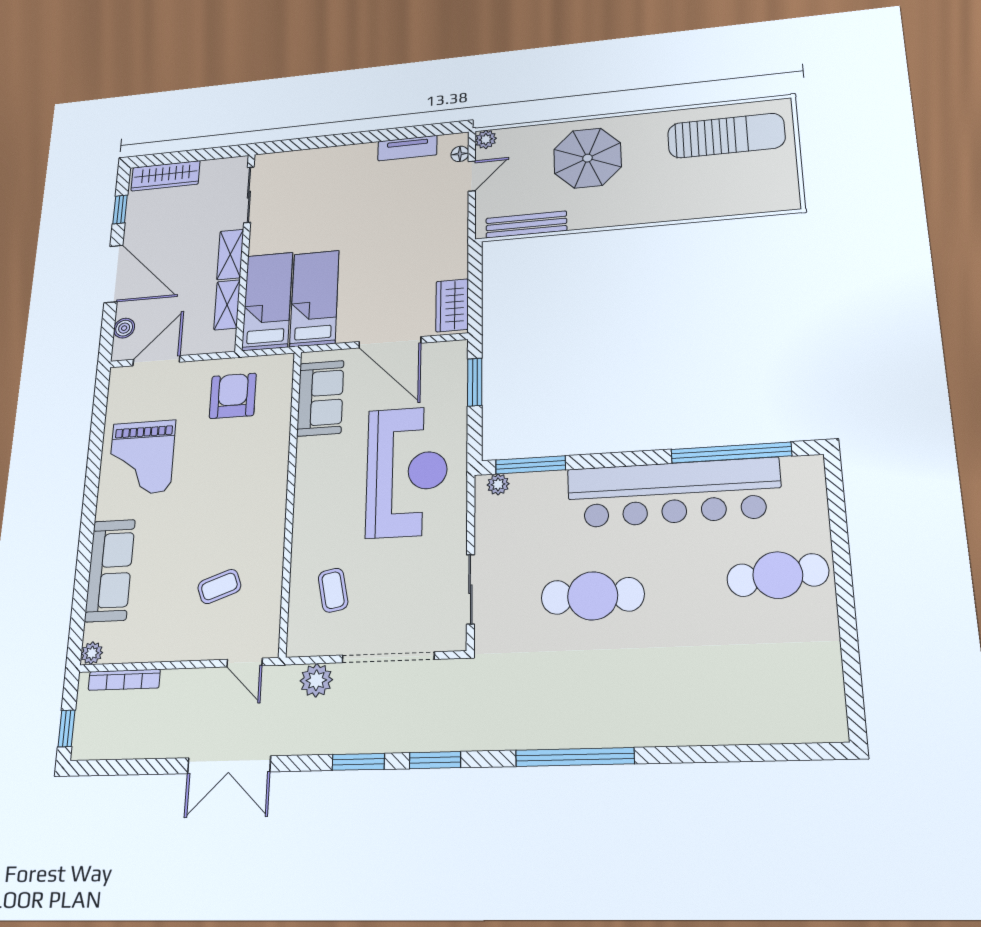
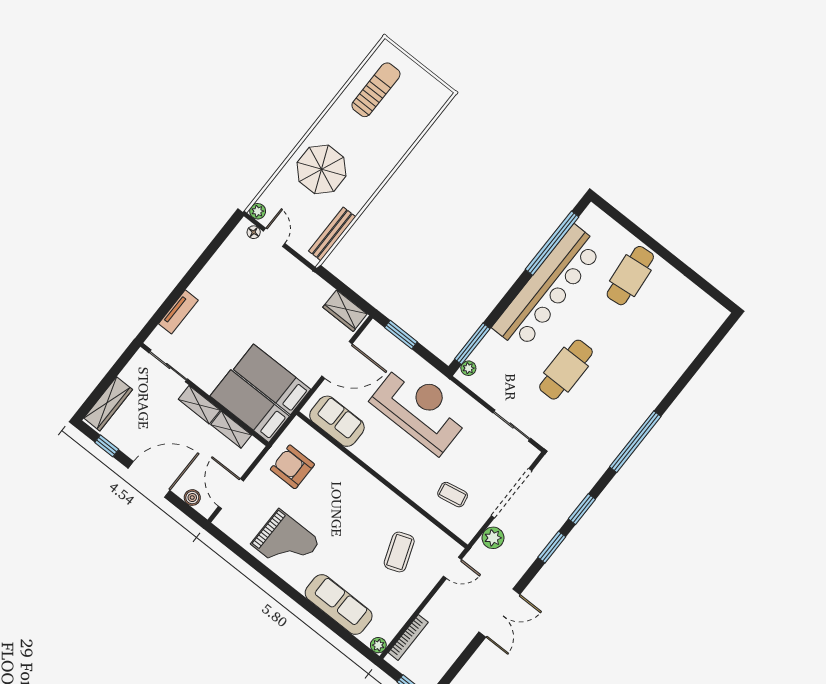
sun lounger: (726, 136) -> (376, 90), width x0.73, depth x0.75
tv unit: (407, 148) -> (178, 312), moved
coffee table: (219, 586) -> (399, 552), width x1.36, depth x1.30

